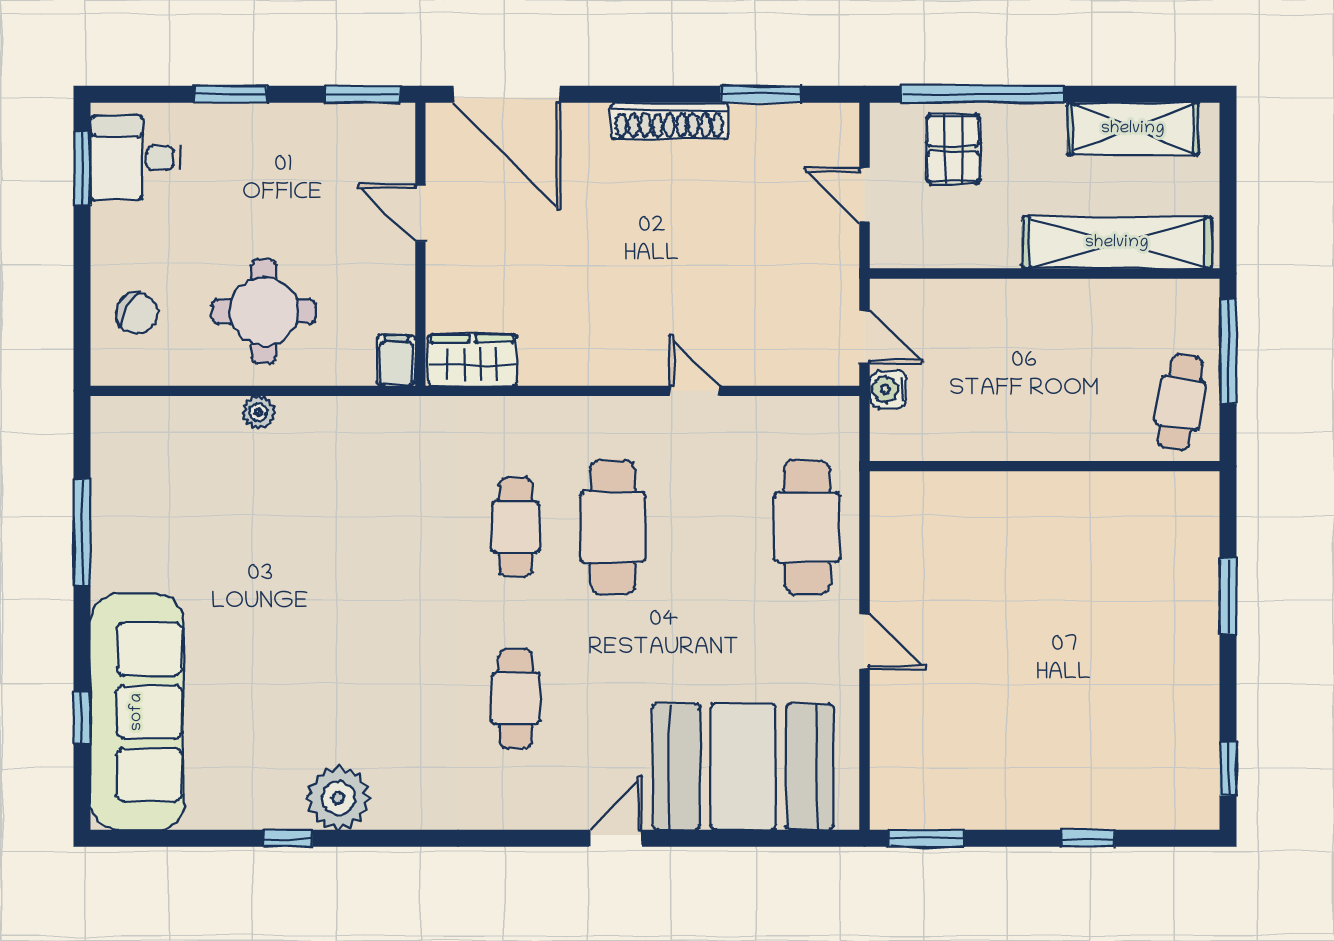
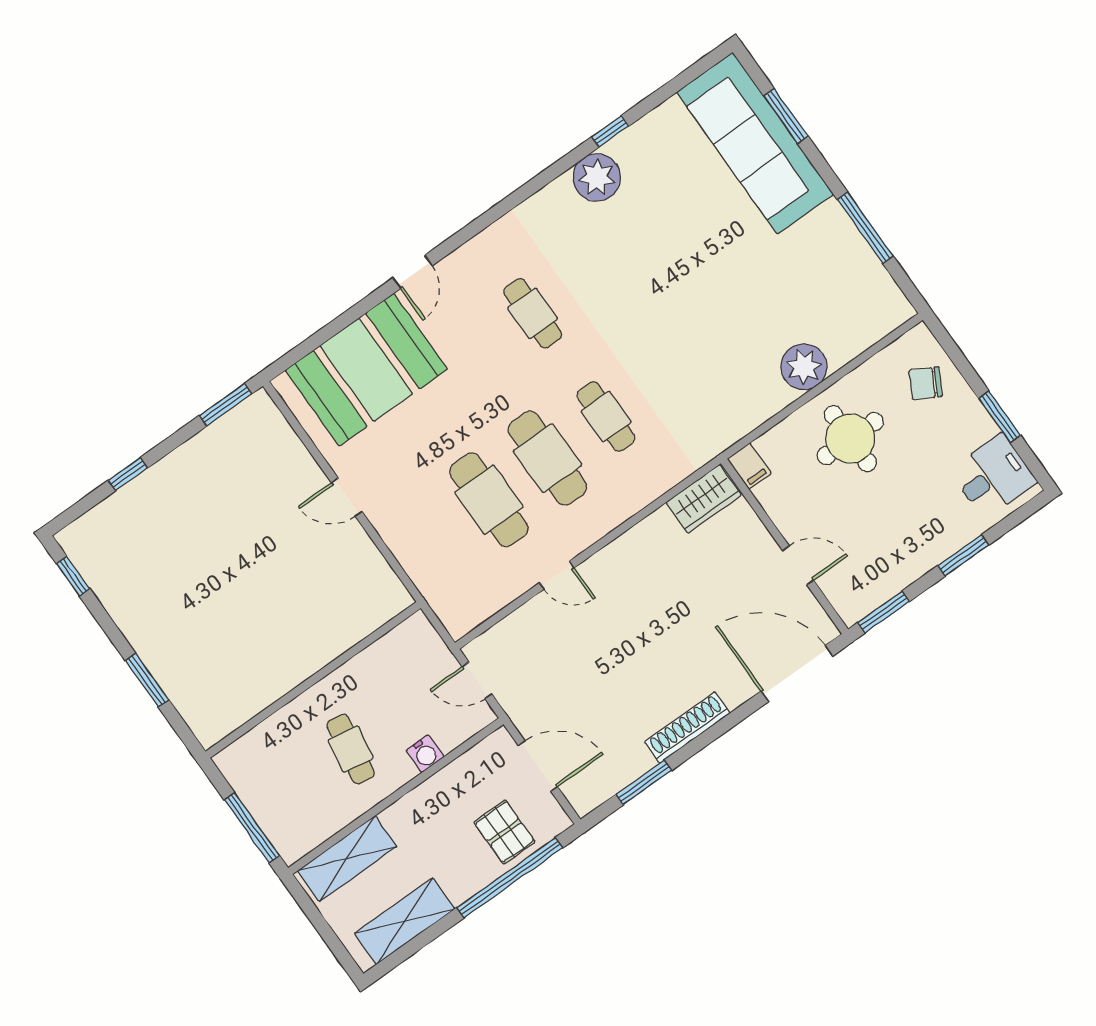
window: (82, 168) -> (1000, 417), moved
door: (865, 195) -> (538, 766), width x1.38
shelving: (1117, 243) -> (347, 859), width x0.68
water cooler: (888, 389) -> (425, 754), moved, turned 90
cafe table: (1180, 402) -> (351, 749), moved
plant: (258, 412) -> (804, 367), width x1.88, depth x1.88
cafe table: (807, 527) -> (489, 500), moved
window: (82, 717) -> (786, 116), width x1.50

